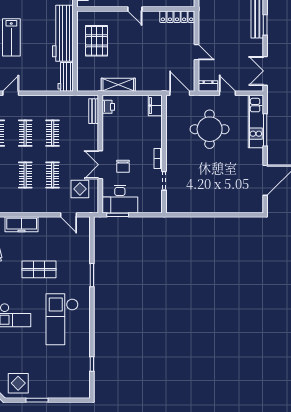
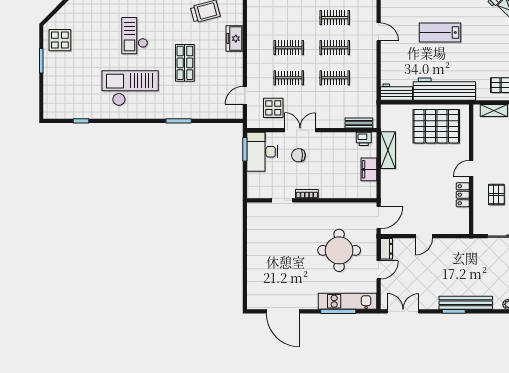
locker: (177, 17) -> (463, 195), moved, width x0.66
pallet: (97, 41) -> (436, 126), width x1.37, depth x1.41
filing cabinet: (155, 106) -> (369, 169), moved, turned -90
freezer: (22, 224) -> (235, 39), width x0.71

